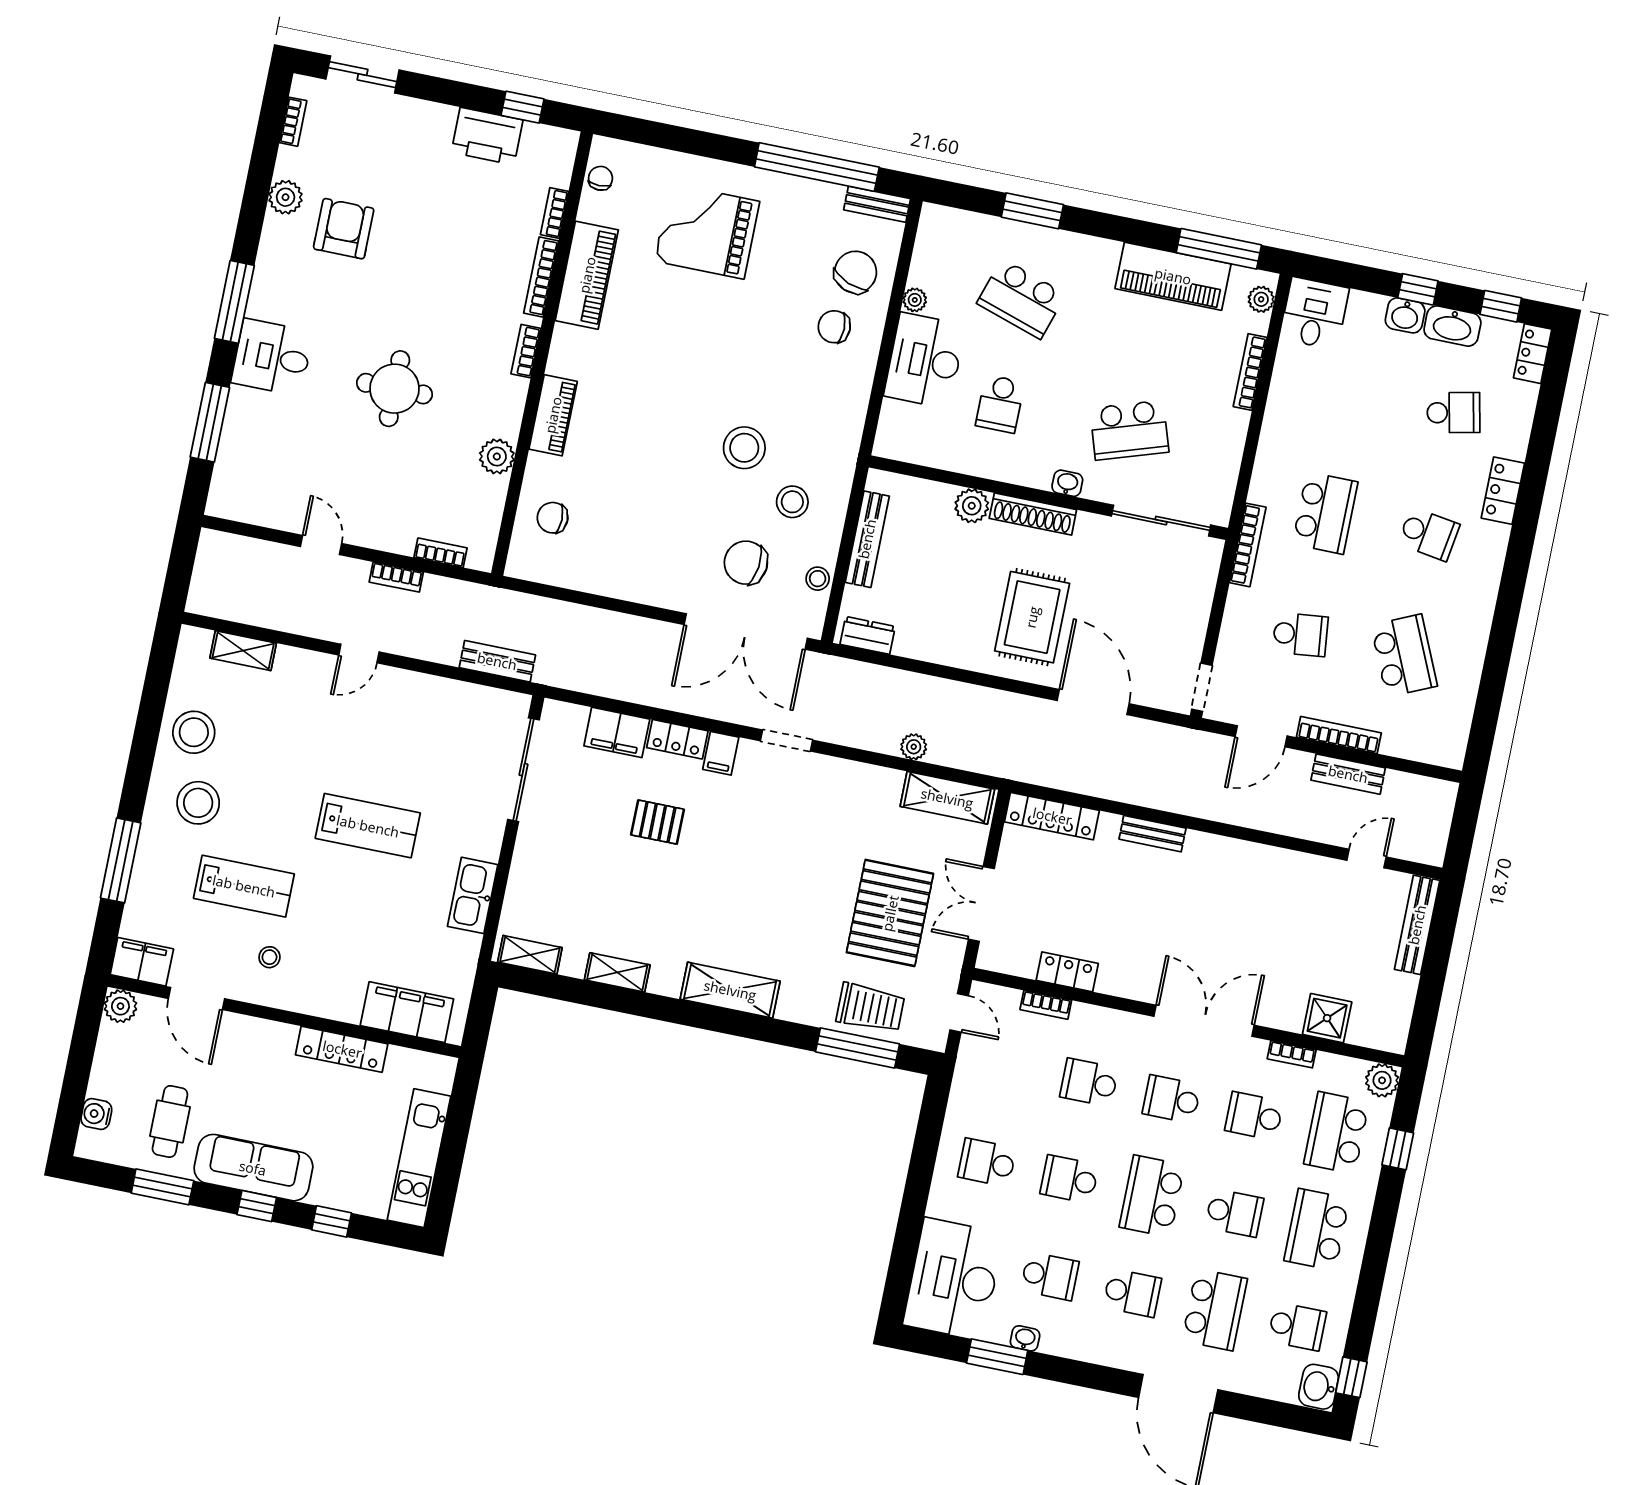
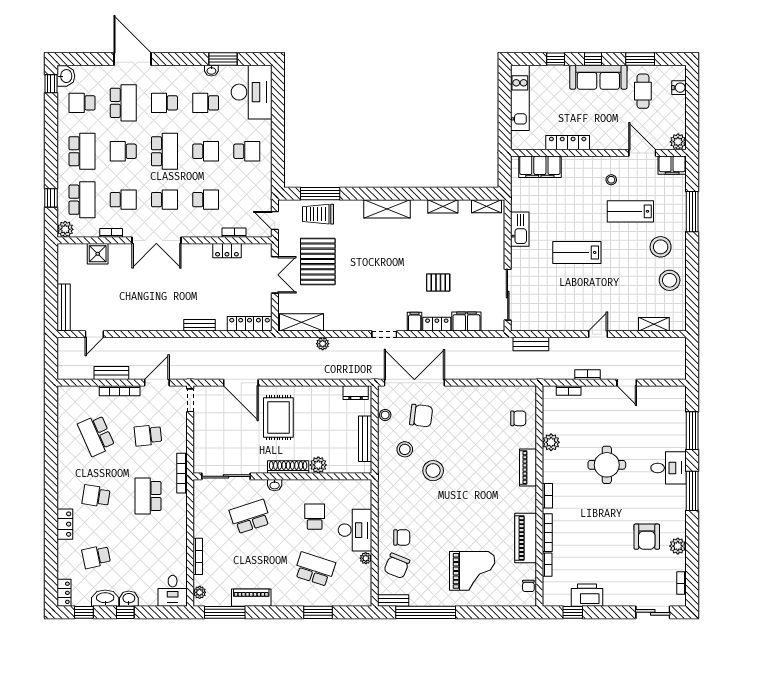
piano: (1173, 276) -> (251, 598), width x0.73, depth x0.75
school desk: (1215, 1310) -> (123, 103), turned 180

